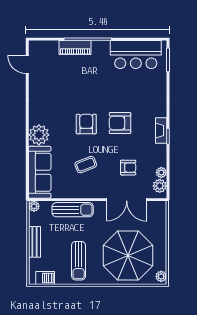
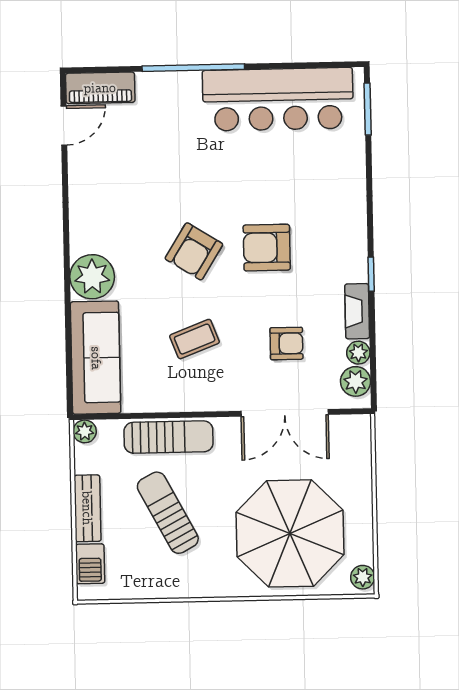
piano: (75, 48) -> (100, 88), moved
bar counter: (136, 55) -> (278, 99), width x1.36
door: (27, 65) -> (64, 125), swing flipped
armchair: (86, 124) -> (194, 251), turned -148
fireplace: (161, 130) -> (357, 311), moved
sun lounger: (79, 261) -> (168, 513), moved, turned 152
barbecue: (45, 278) -> (90, 564), moved, turned 90

